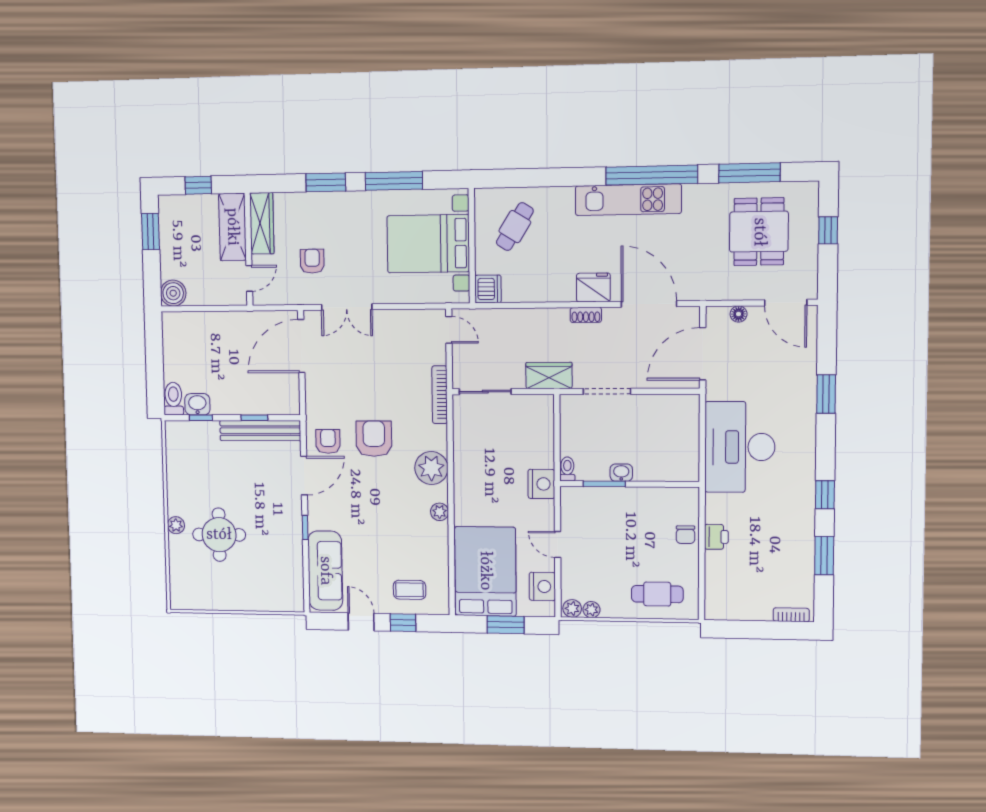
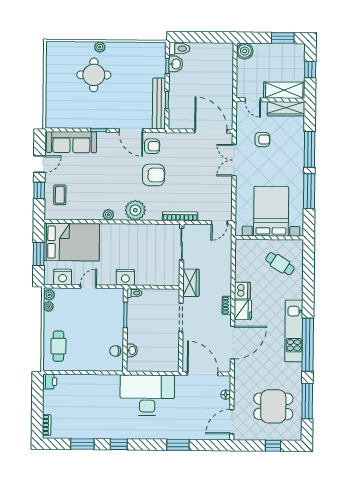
window: (326, 182) -> (309, 149), width x1.44
dishwasher: (488, 289) -> (242, 291), moved, turned -90
washbasin: (621, 473) -> (132, 350), moved
chair: (685, 535) -> (115, 351), moved
printer: (716, 537) -> (50, 382), moved, turned -90

